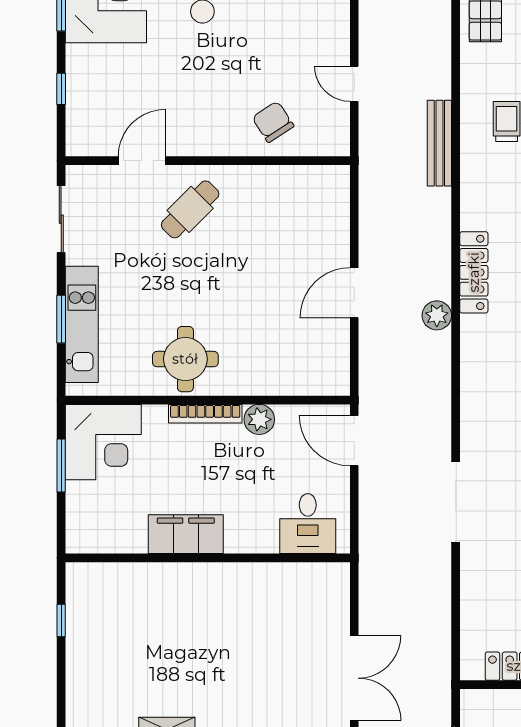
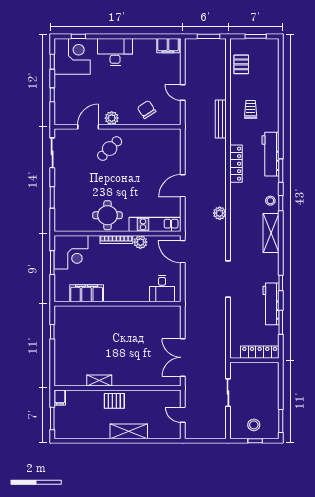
plant: (195, 141) -> (112, 118), added
locker: (474, 272) -> (236, 164), moved
plant: (437, 315) -> (220, 213), moved
kitchen unit: (82, 324) -> (155, 224), moved, turned -90
filing cabinet: (186, 534) -> (87, 293), moved
double door: (354, 678) -> (183, 357), swing flipped

